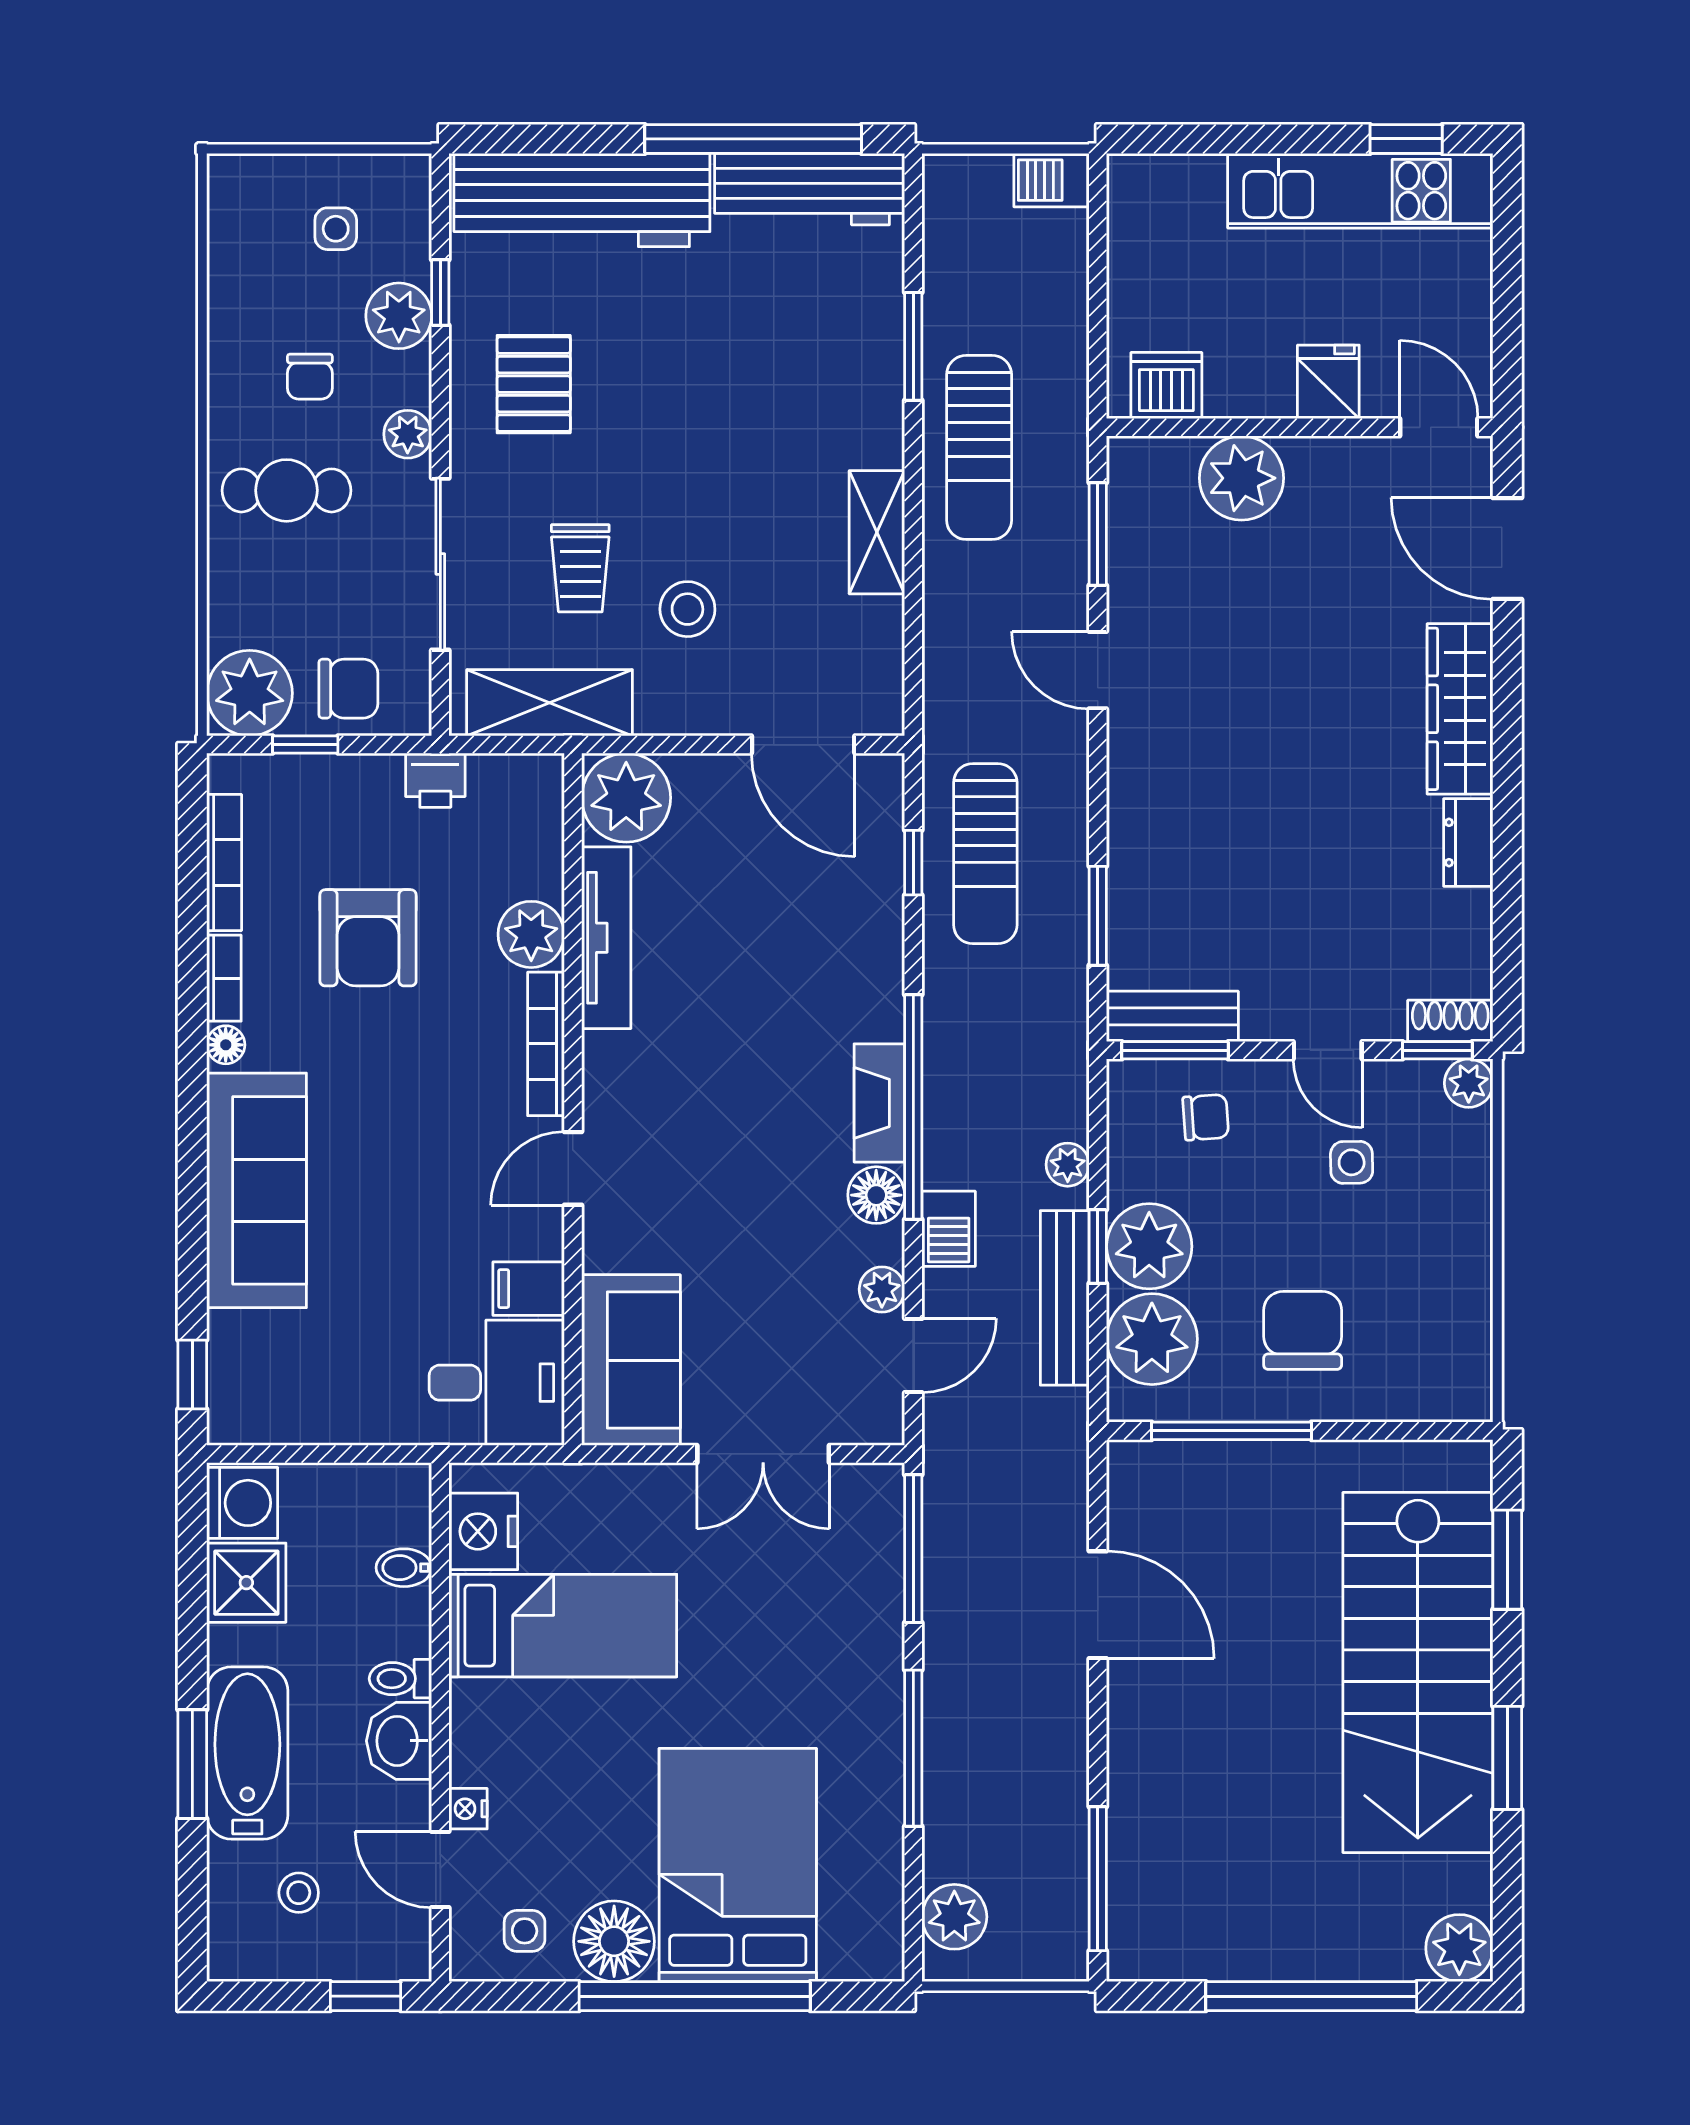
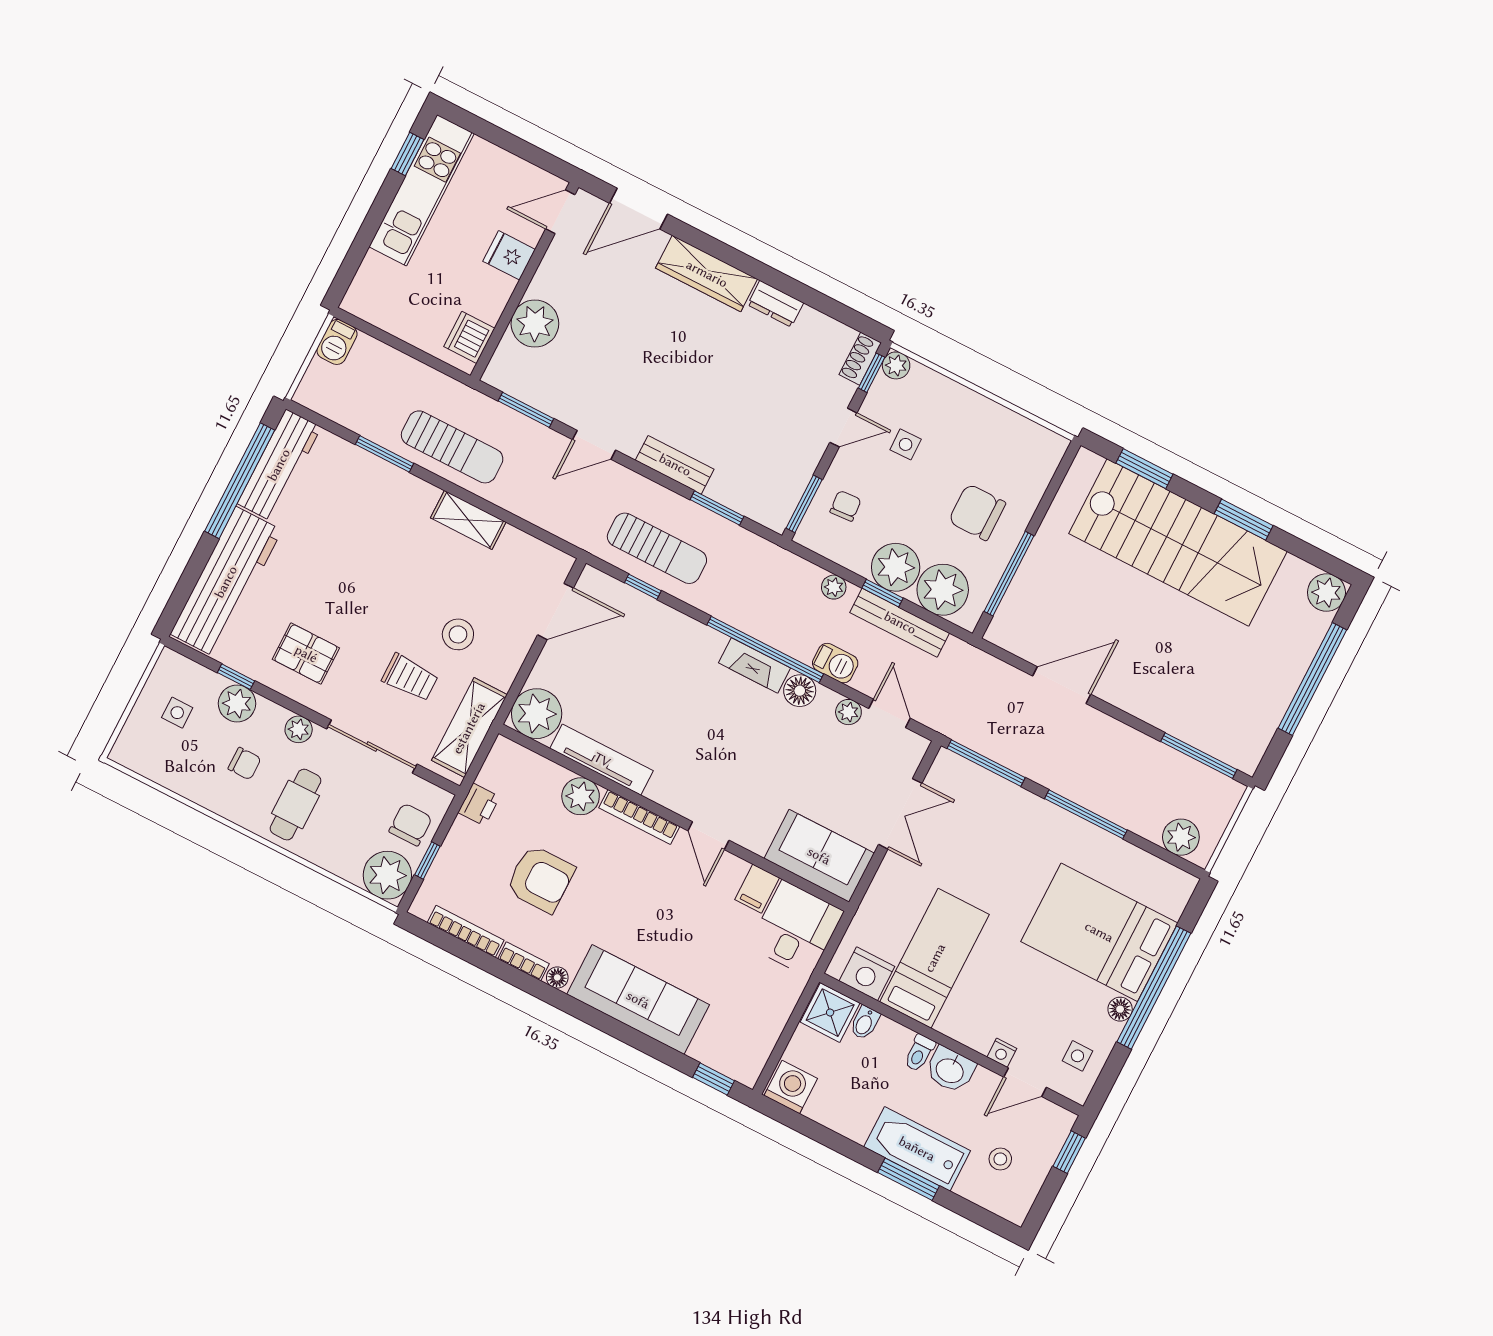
bench: (1172, 1016) -> (675, 465), moved, turned 90
shower: (246, 1583) -> (830, 1013), moved
floor lamp: (614, 1941) -> (1120, 1009), width x0.53, depth x0.53

